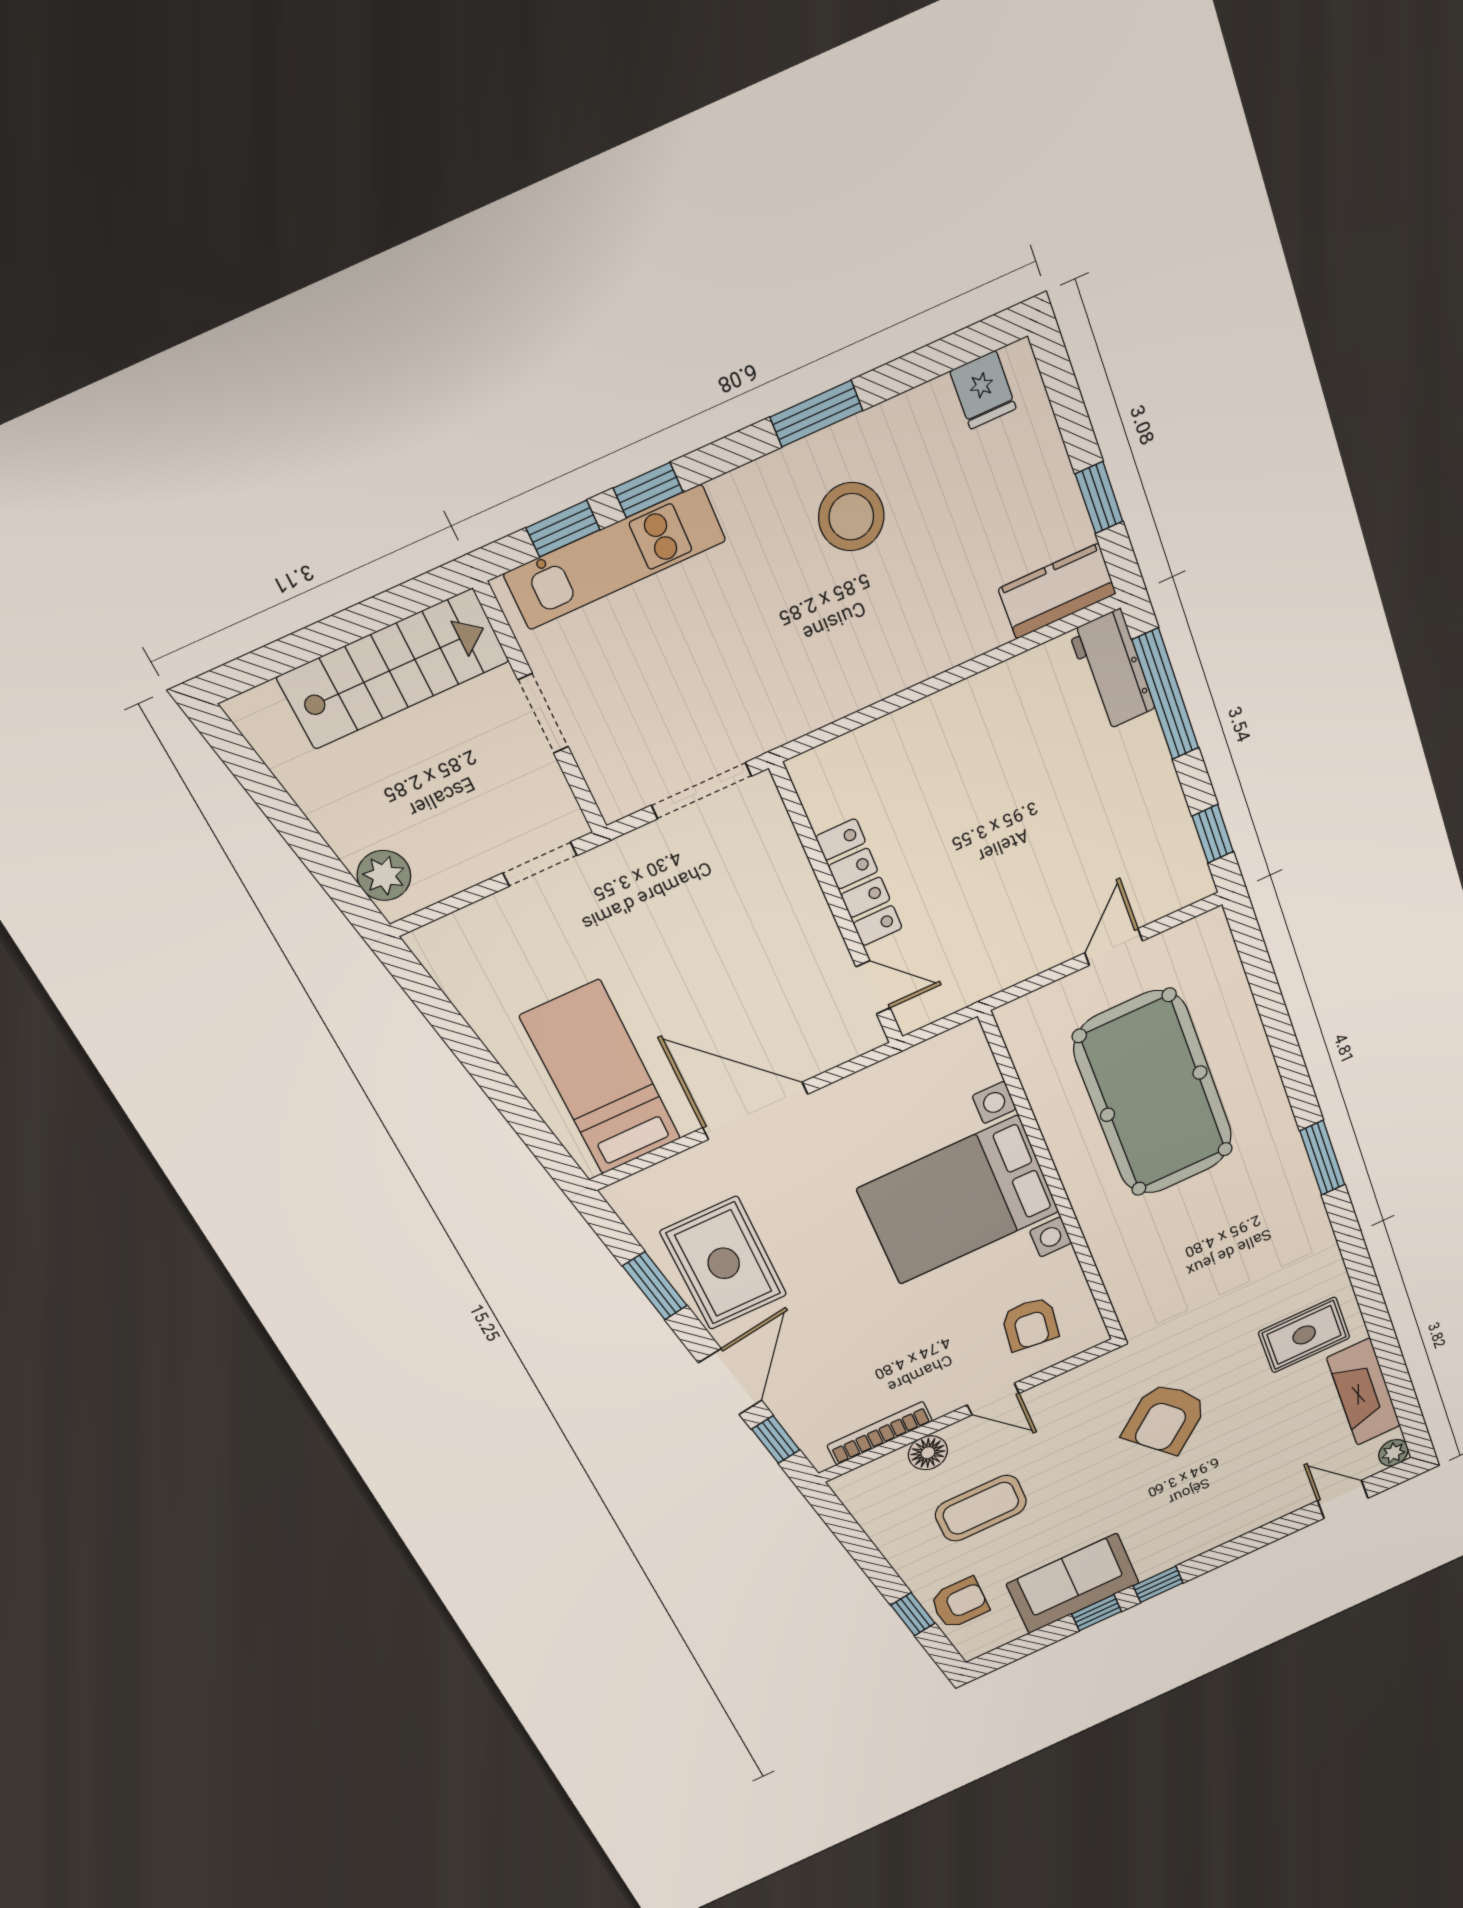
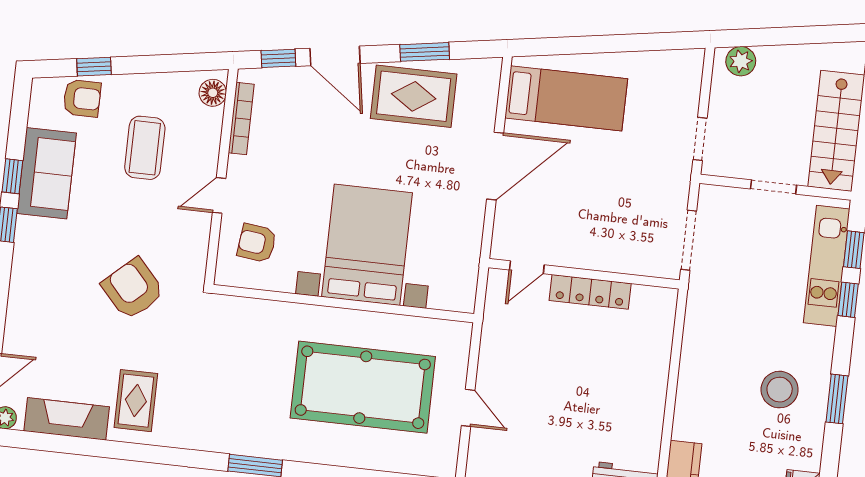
floor lamp: (928, 1453) -> (213, 93), moved
armchair: (960, 1603) -> (82, 98), turned -90

